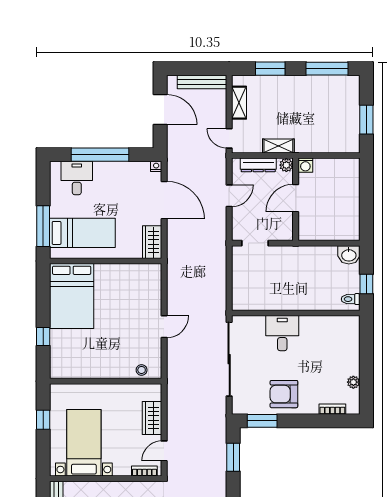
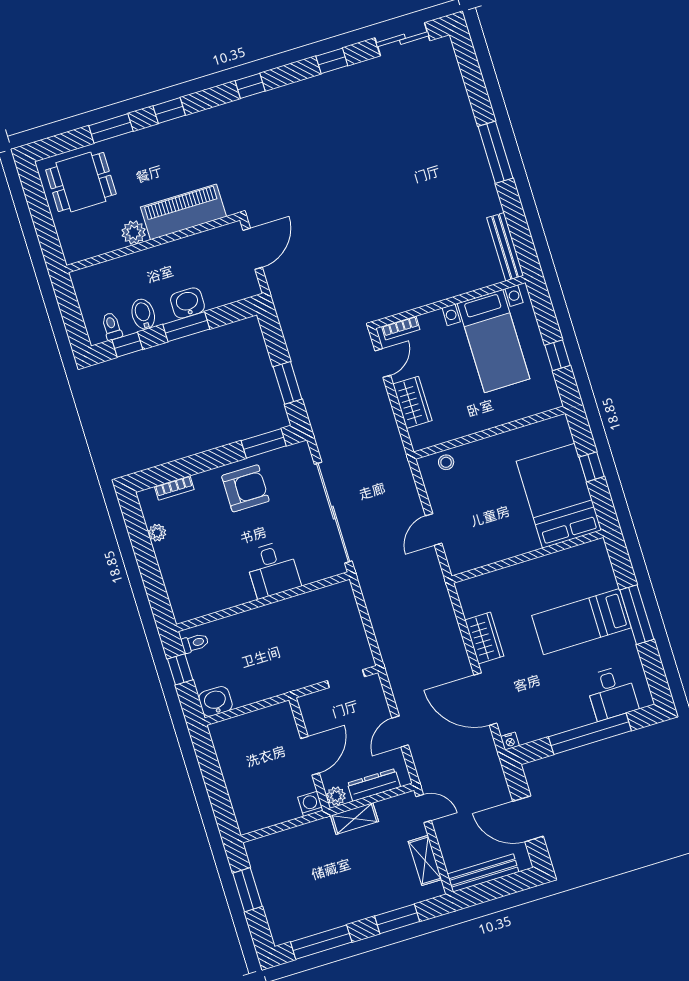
wall: (106, 261) -> (527, 557), moved
bed: (72, 296) -> (559, 496), moved

